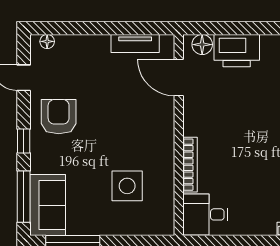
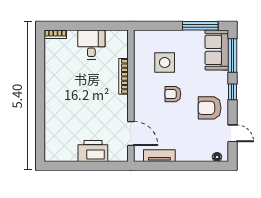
floor lamp: (202, 45) -> (115, 155), removed
armchair: (59, 117) -> (210, 108), turned 90
armchair: (115, 138) -> (173, 94), added
desk: (205, 214) -> (91, 44), moved, turned -90

